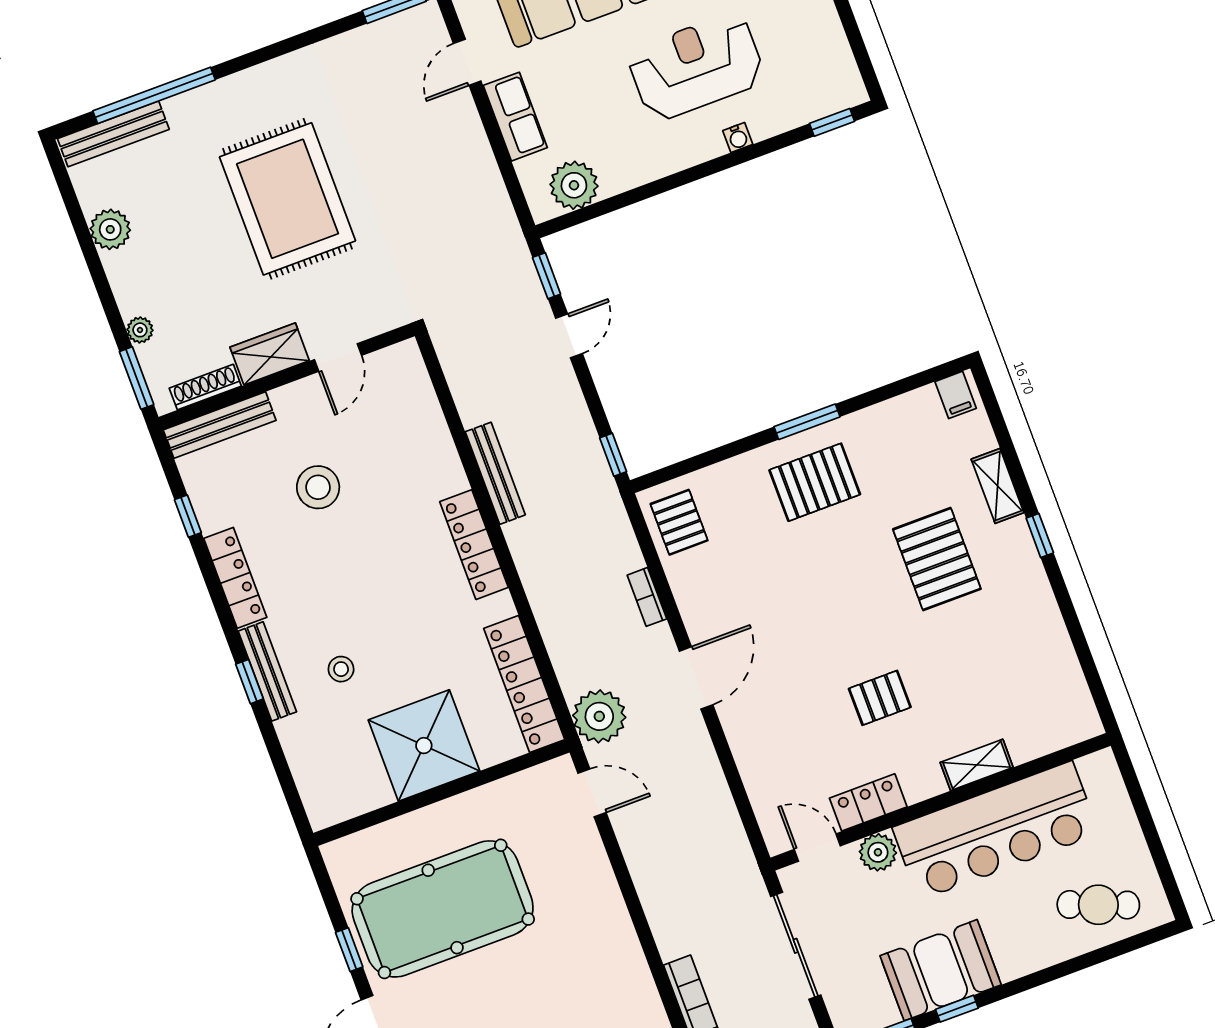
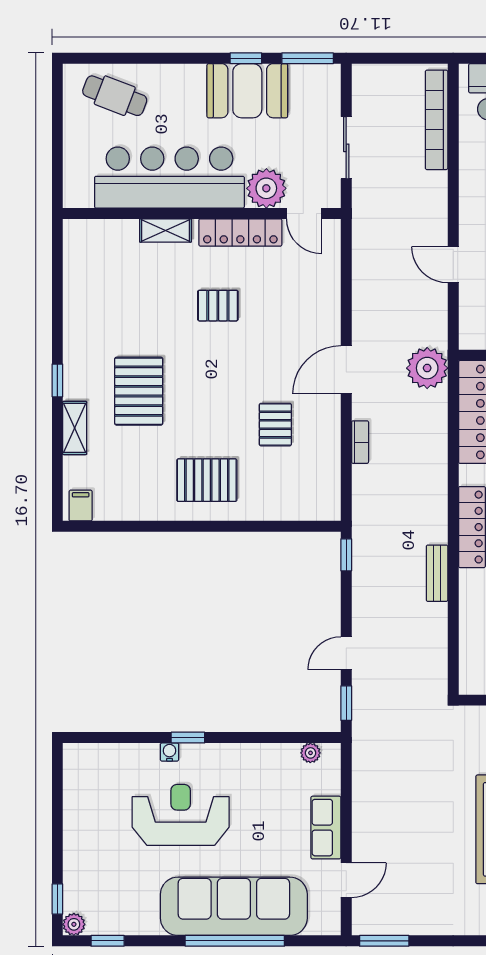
reception desk: (696, 67) -> (181, 815), turned 180
window: (832, 122) -> (188, 738), moved
plant: (574, 185) -> (310, 753), width x0.53, depth x0.53
window: (807, 422) -> (196, 526), removed
bench: (495, 473) -> (437, 573), width x0.73
pallet: (679, 522) -> (275, 425), moved
door: (592, 793) -> (453, 265), moved
locker: (868, 802) -> (240, 232), width x1.53
plant: (878, 852) -> (266, 188), width x1.36, depth x1.36
sliding door: (796, 946) -> (346, 148), width x0.73

